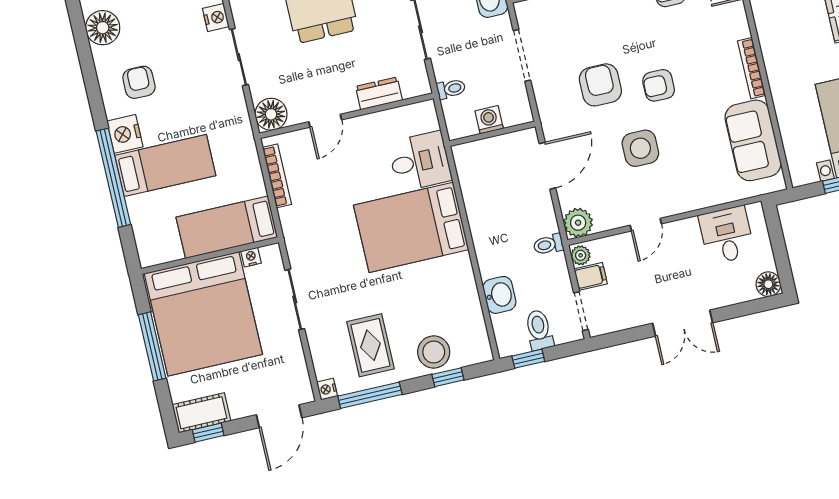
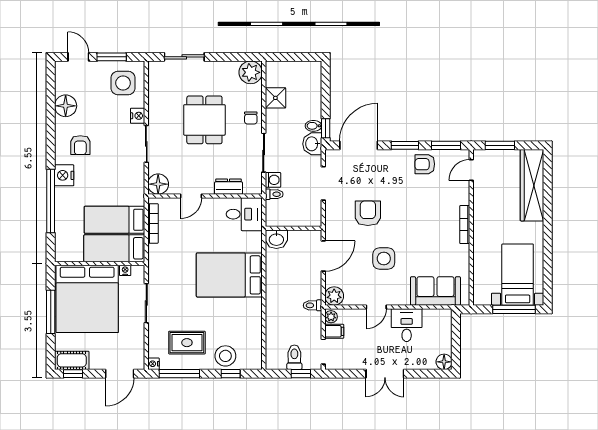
armchair: (139, 82) -> (80, 145), turned 180
armchair: (659, 85) -> (404, 222), removed
washing machine: (489, 120) -> (273, 180), moved, turned 90
sofa: (753, 140) -> (435, 291), moved, turned 90
desk: (420, 161) -> (244, 214), moved
bed: (165, 165) -> (115, 220), moved, turned 180
desk: (727, 235) -> (407, 325), moved
washbasin: (499, 295) -> (276, 239), moved, turned 90
rug: (370, 345) -> (187, 343), turned 90
window: (528, 359) -> (301, 374), moved

